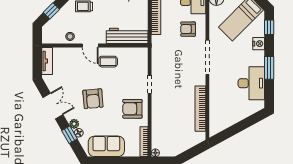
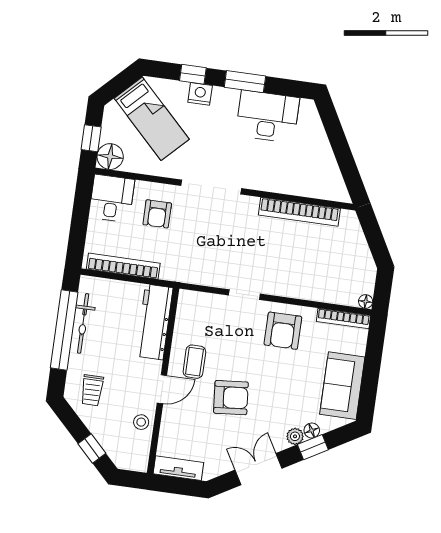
window: (269, 27) -> (193, 74), moved
armchair: (93, 99) -> (231, 398), moved

